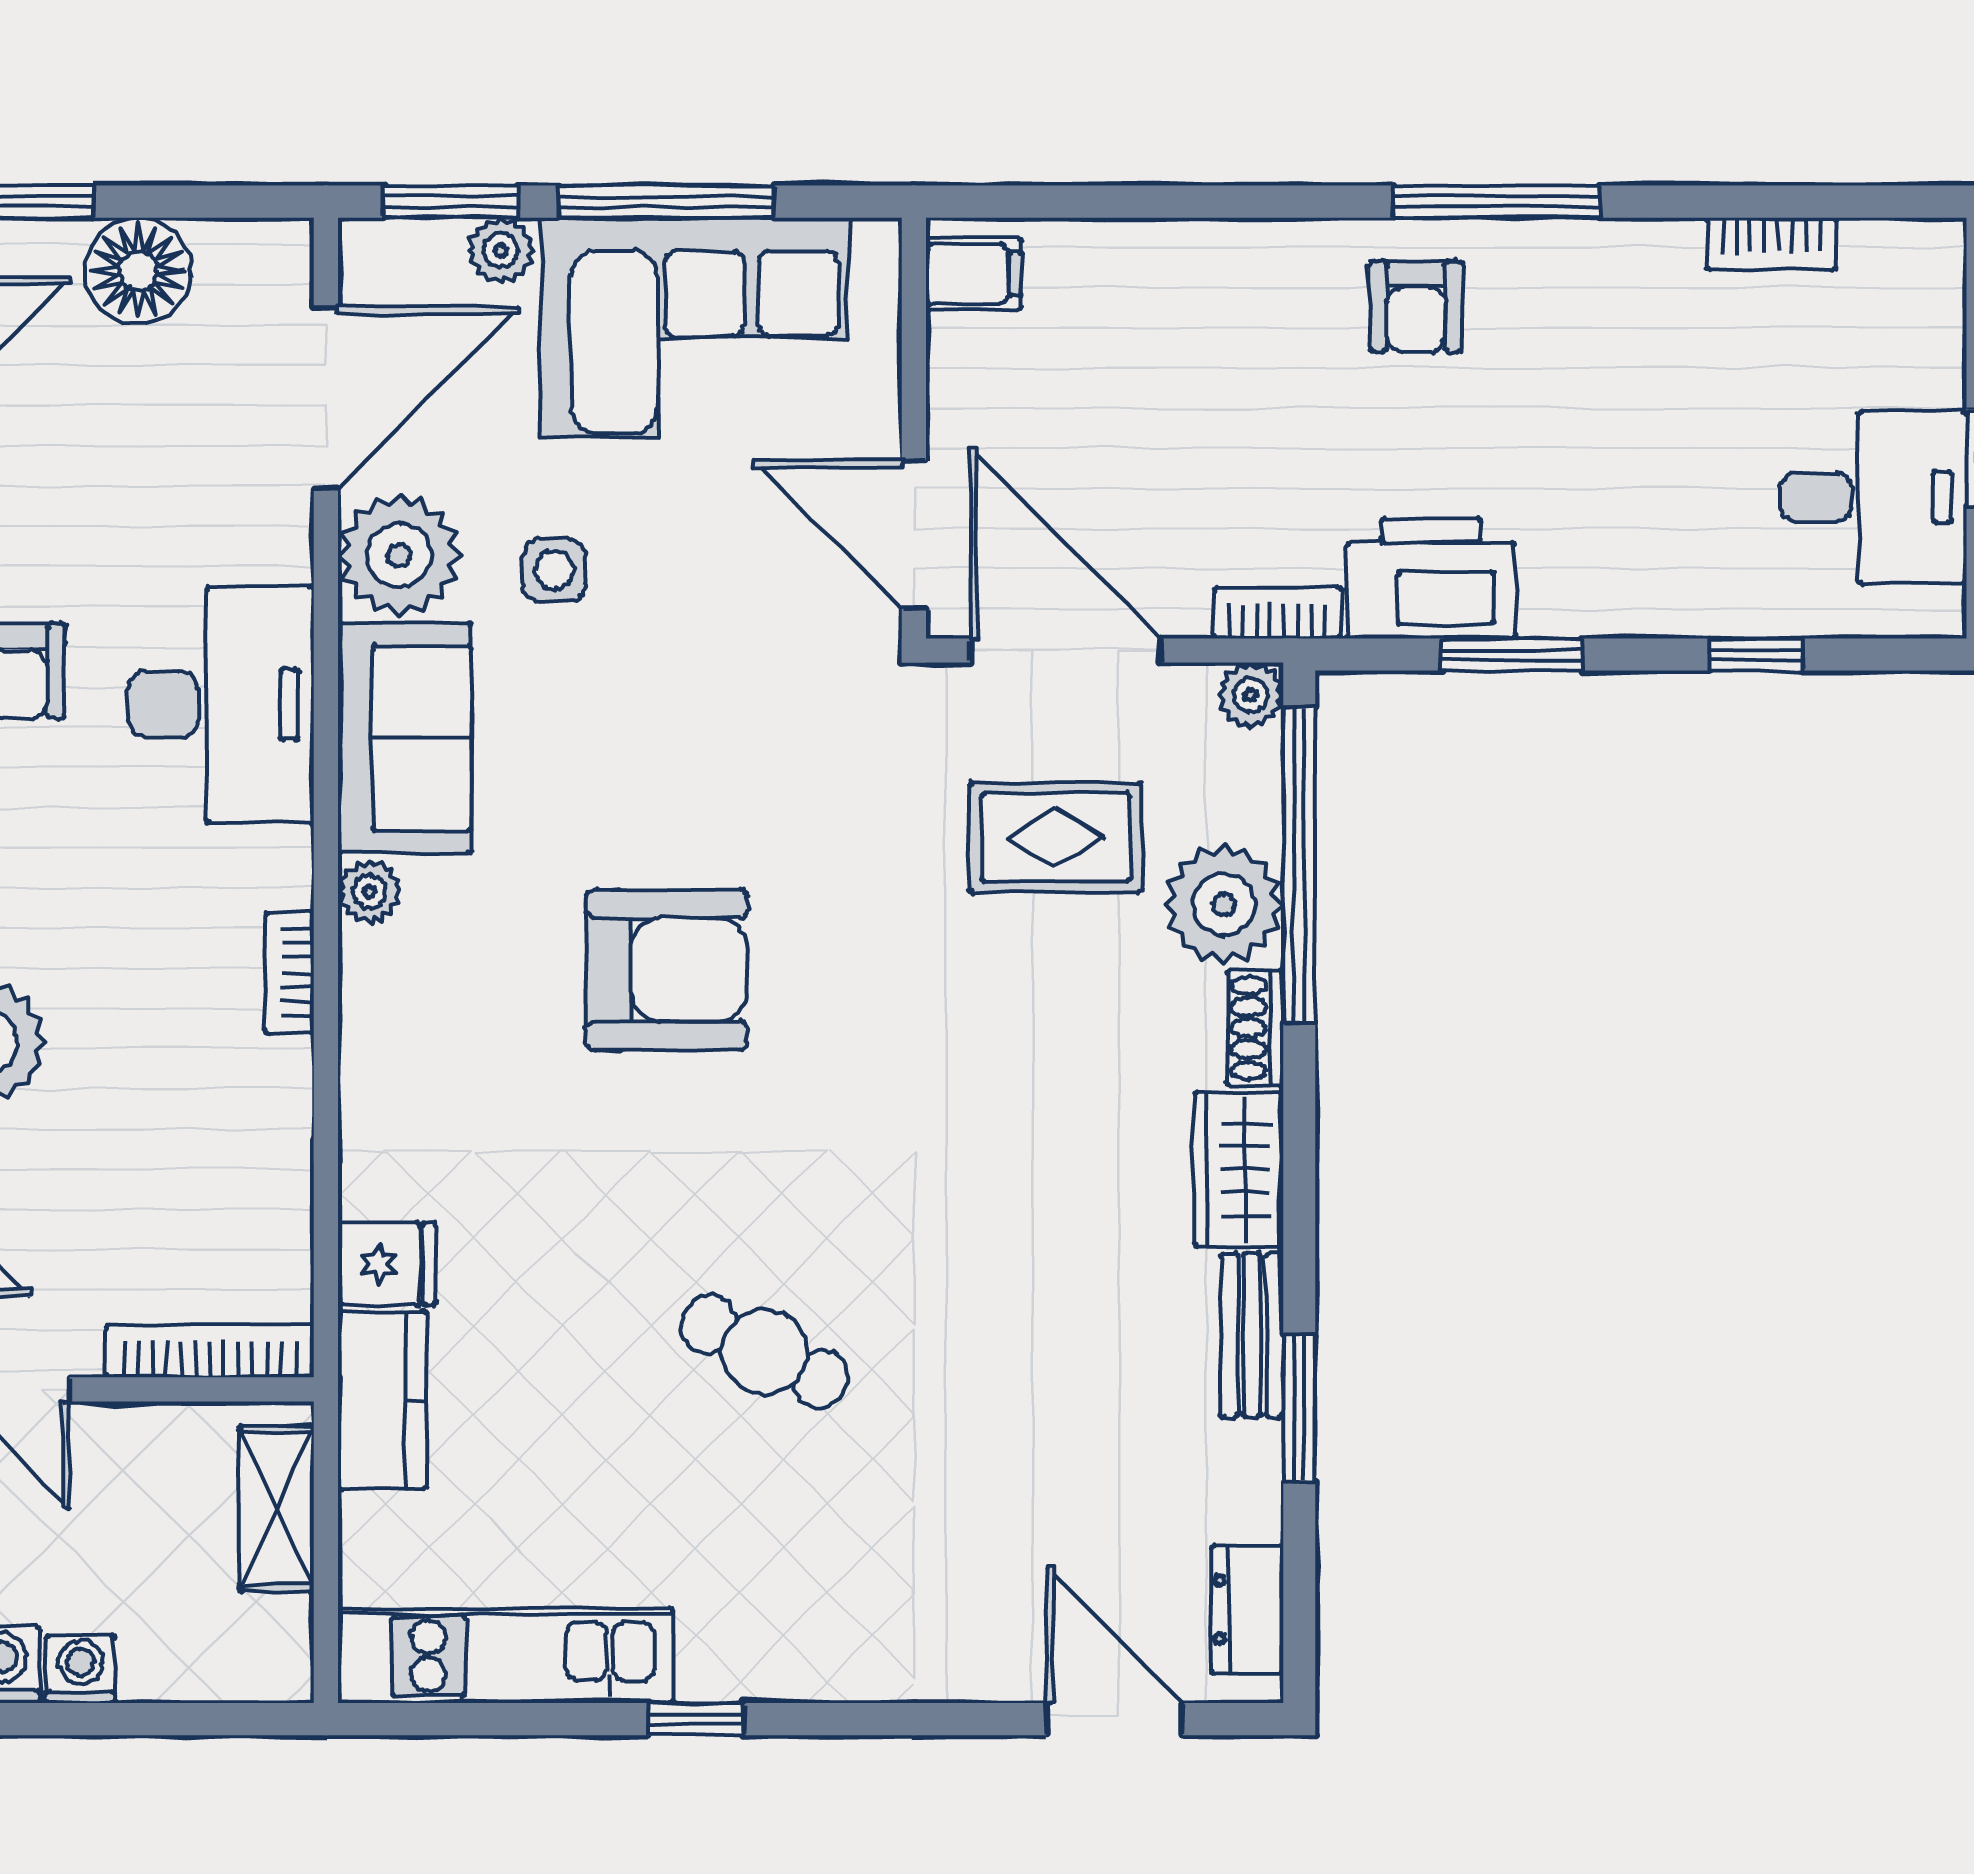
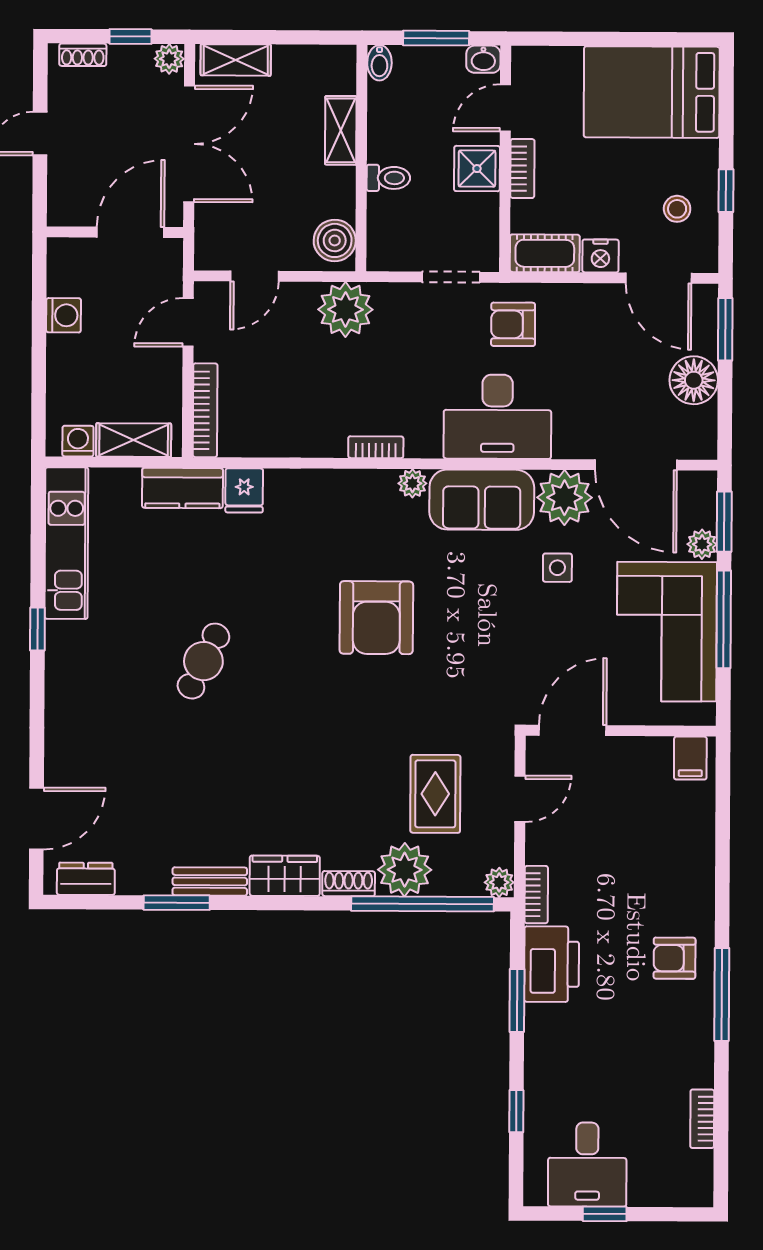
door: (1066, 651) -> (520, 799), width x0.53
washing machine: (80, 1669) -> (78, 441), moved, turned -90

